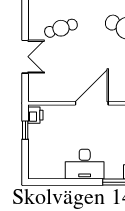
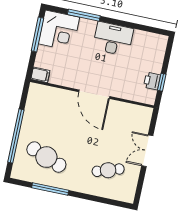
door: (92, 103) -> (94, 94), hinge flipped
printer: (35, 115) -> (152, 81), moved

